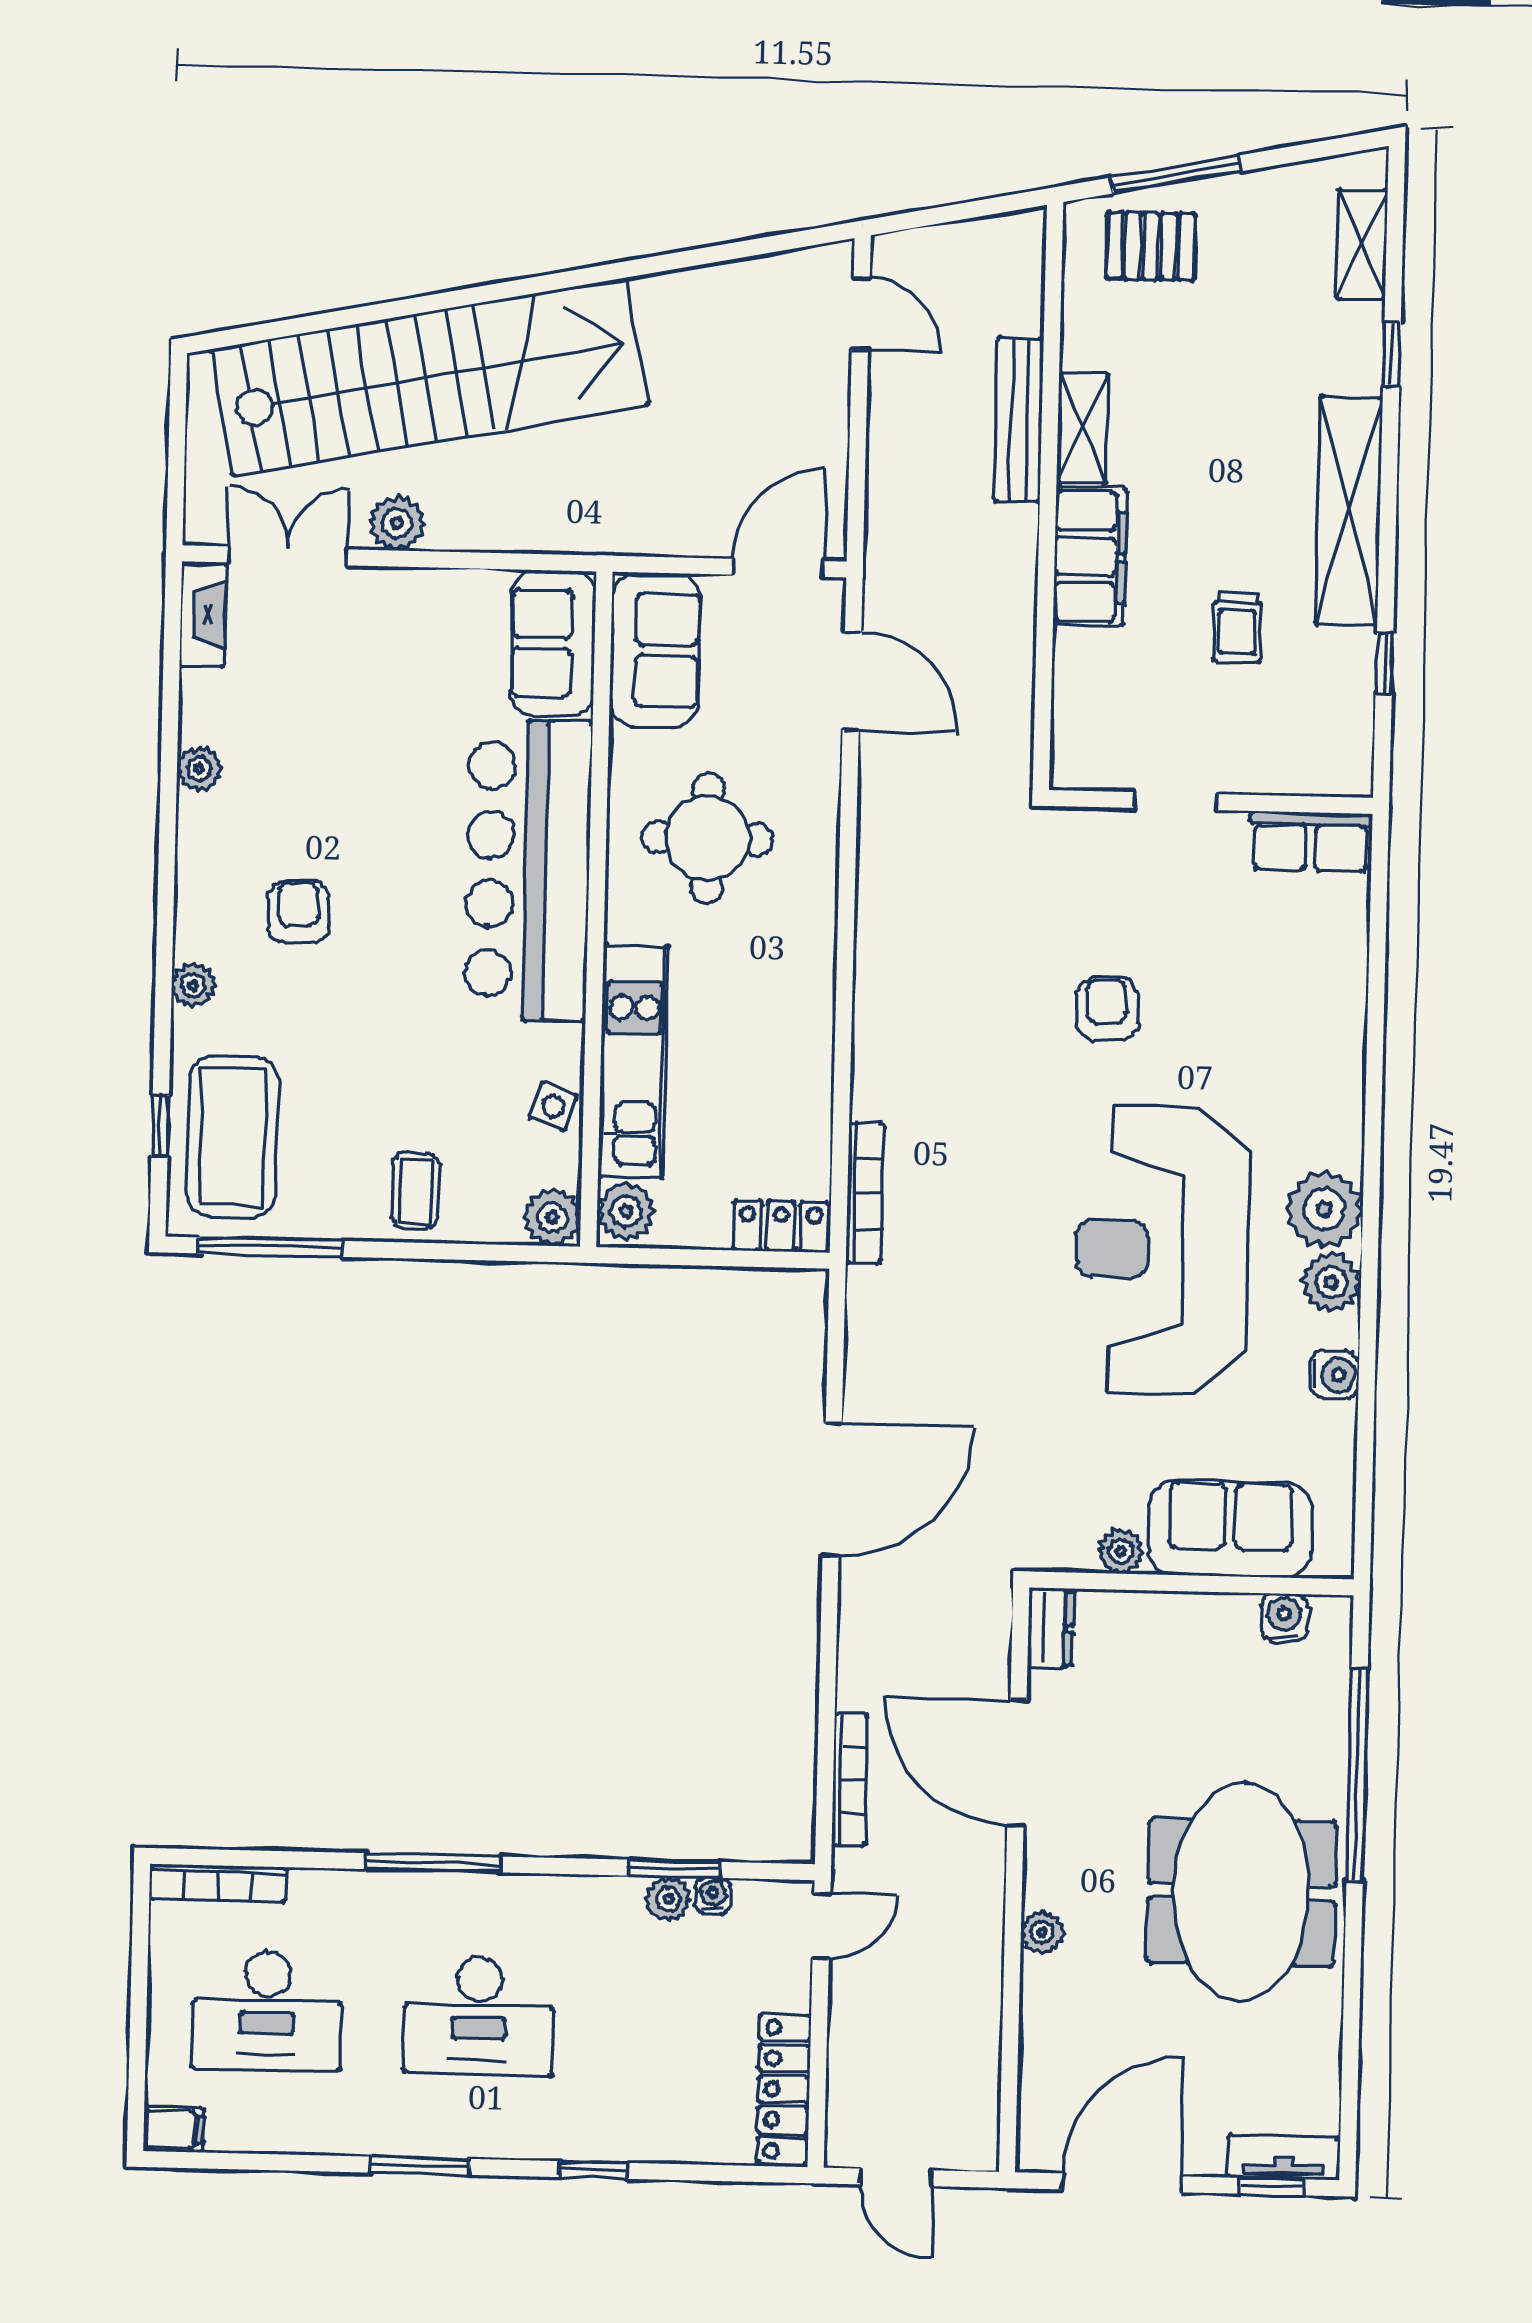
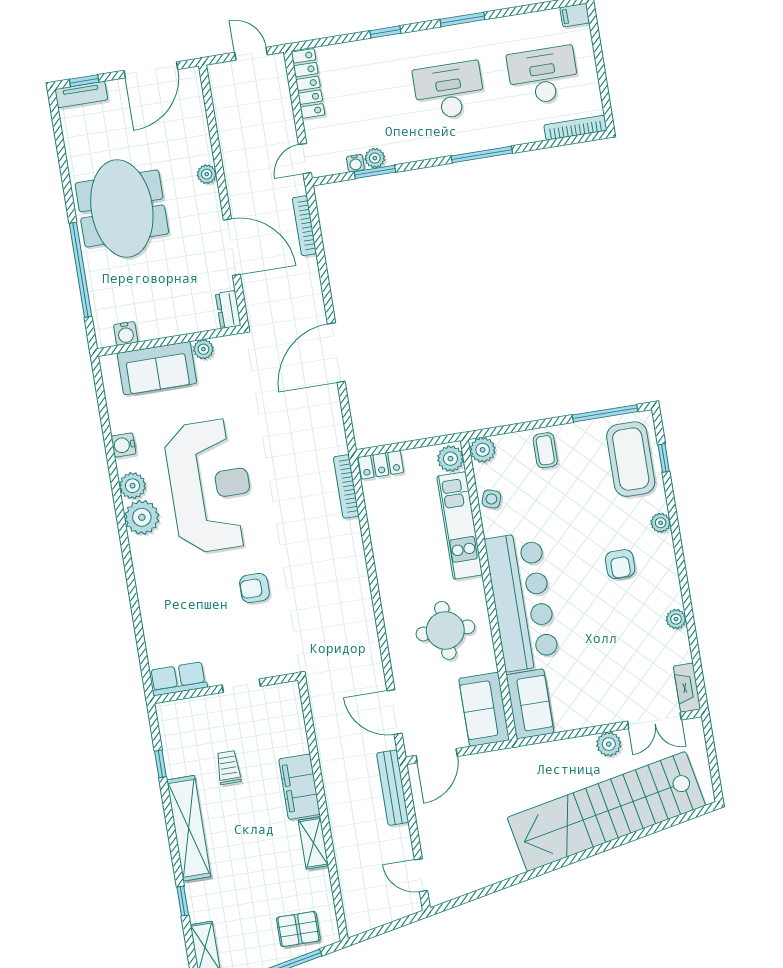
bench: (1019, 419) -> (393, 788), moved
armchair: (1107, 1009) -> (254, 588), turned 94

